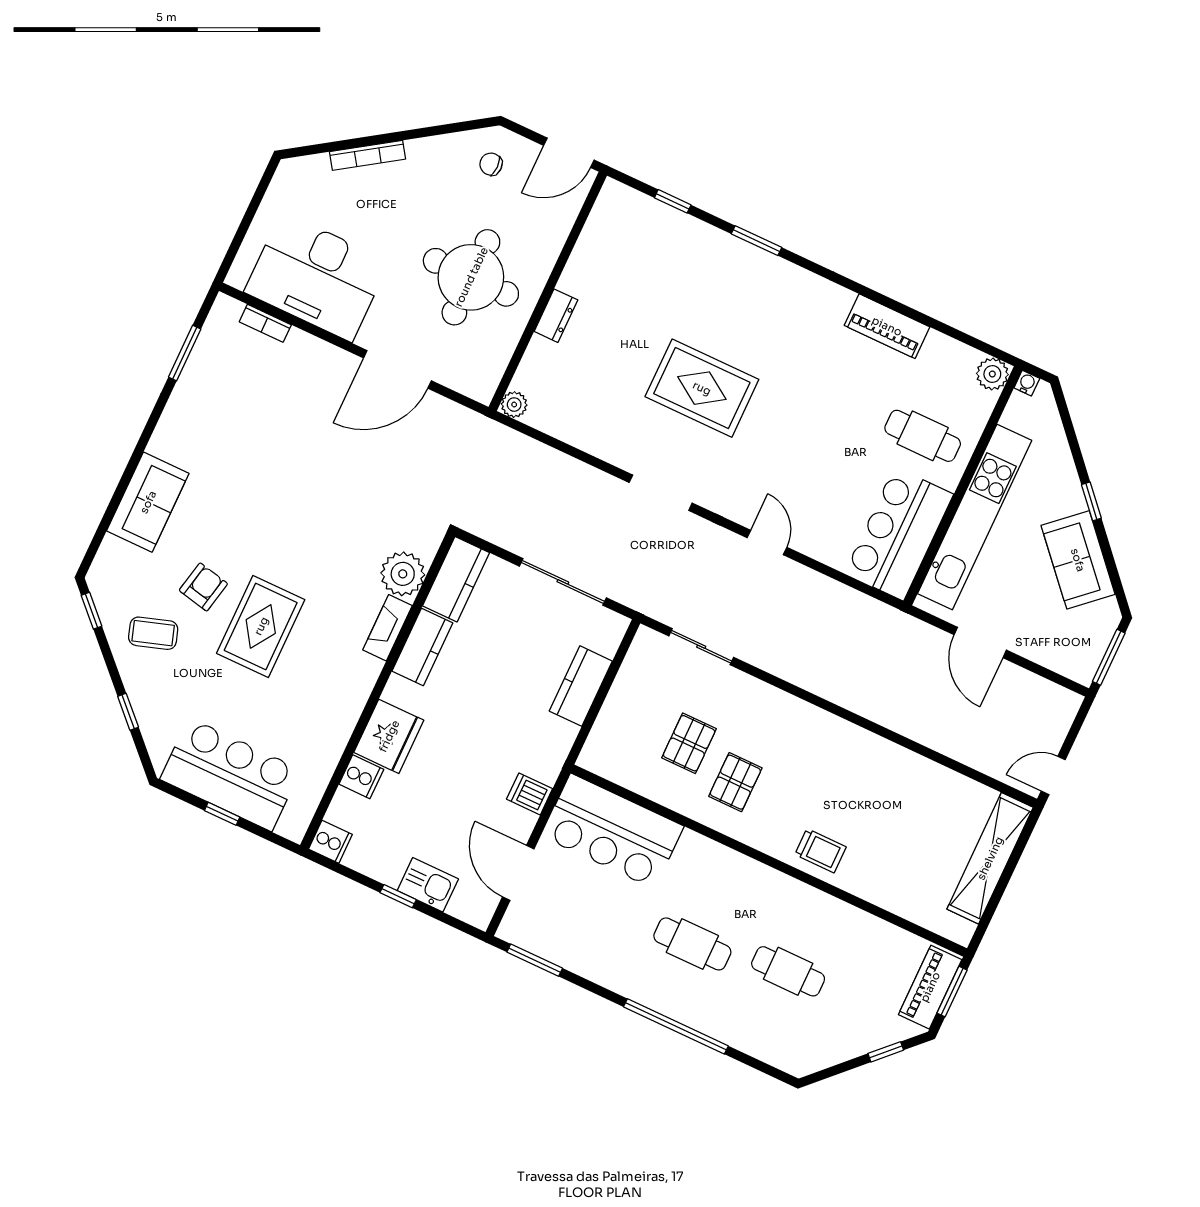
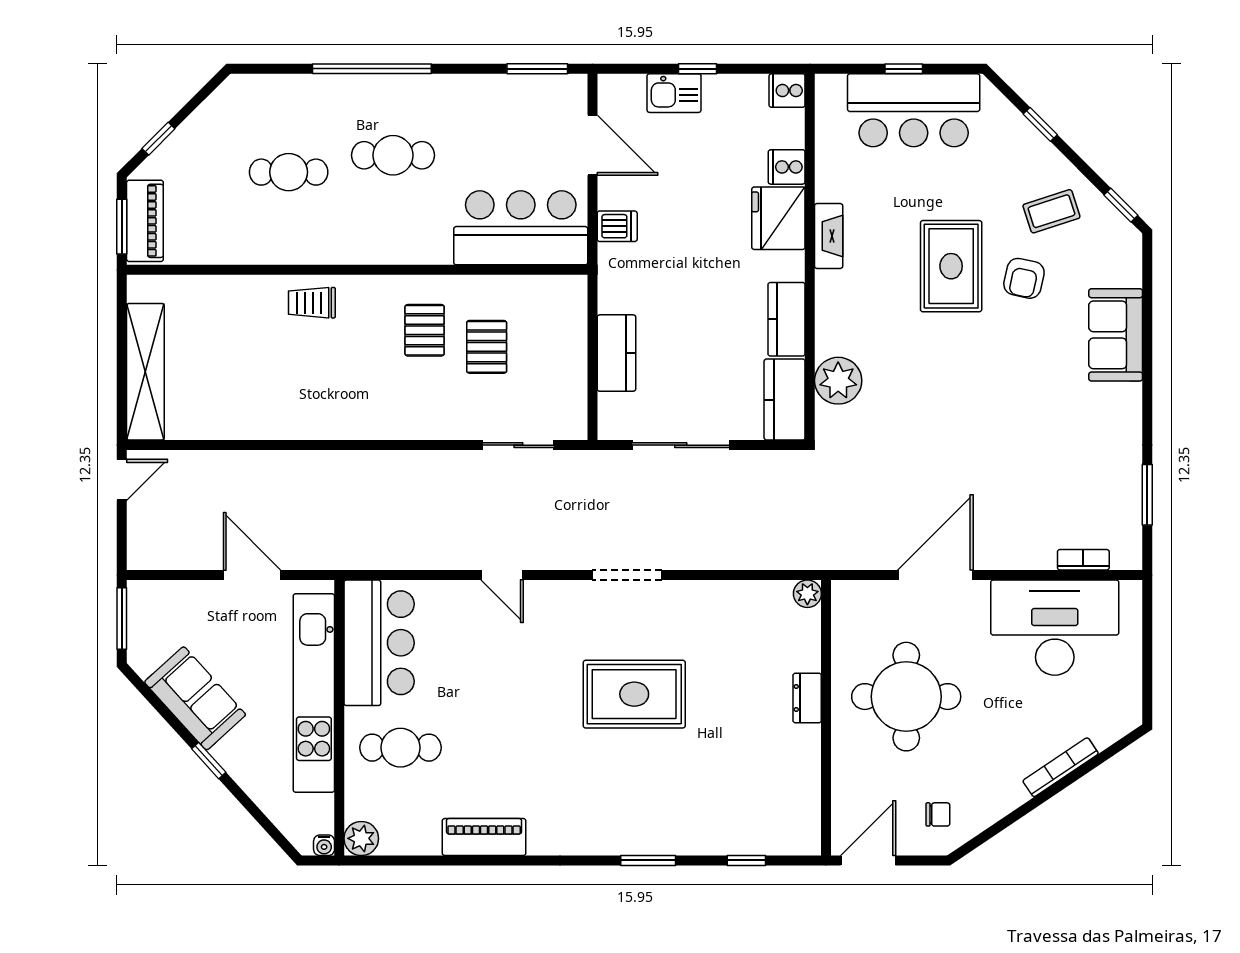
fireplace: (387, 628) -> (829, 236), moved

